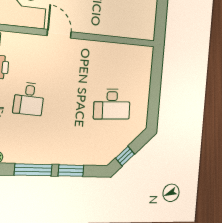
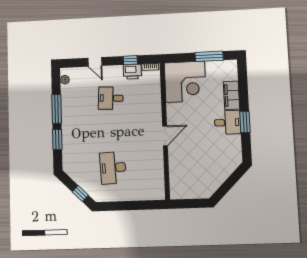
door: (59, 34) -> (165, 136), moved
window: (125, 156) -> (80, 193), moved

